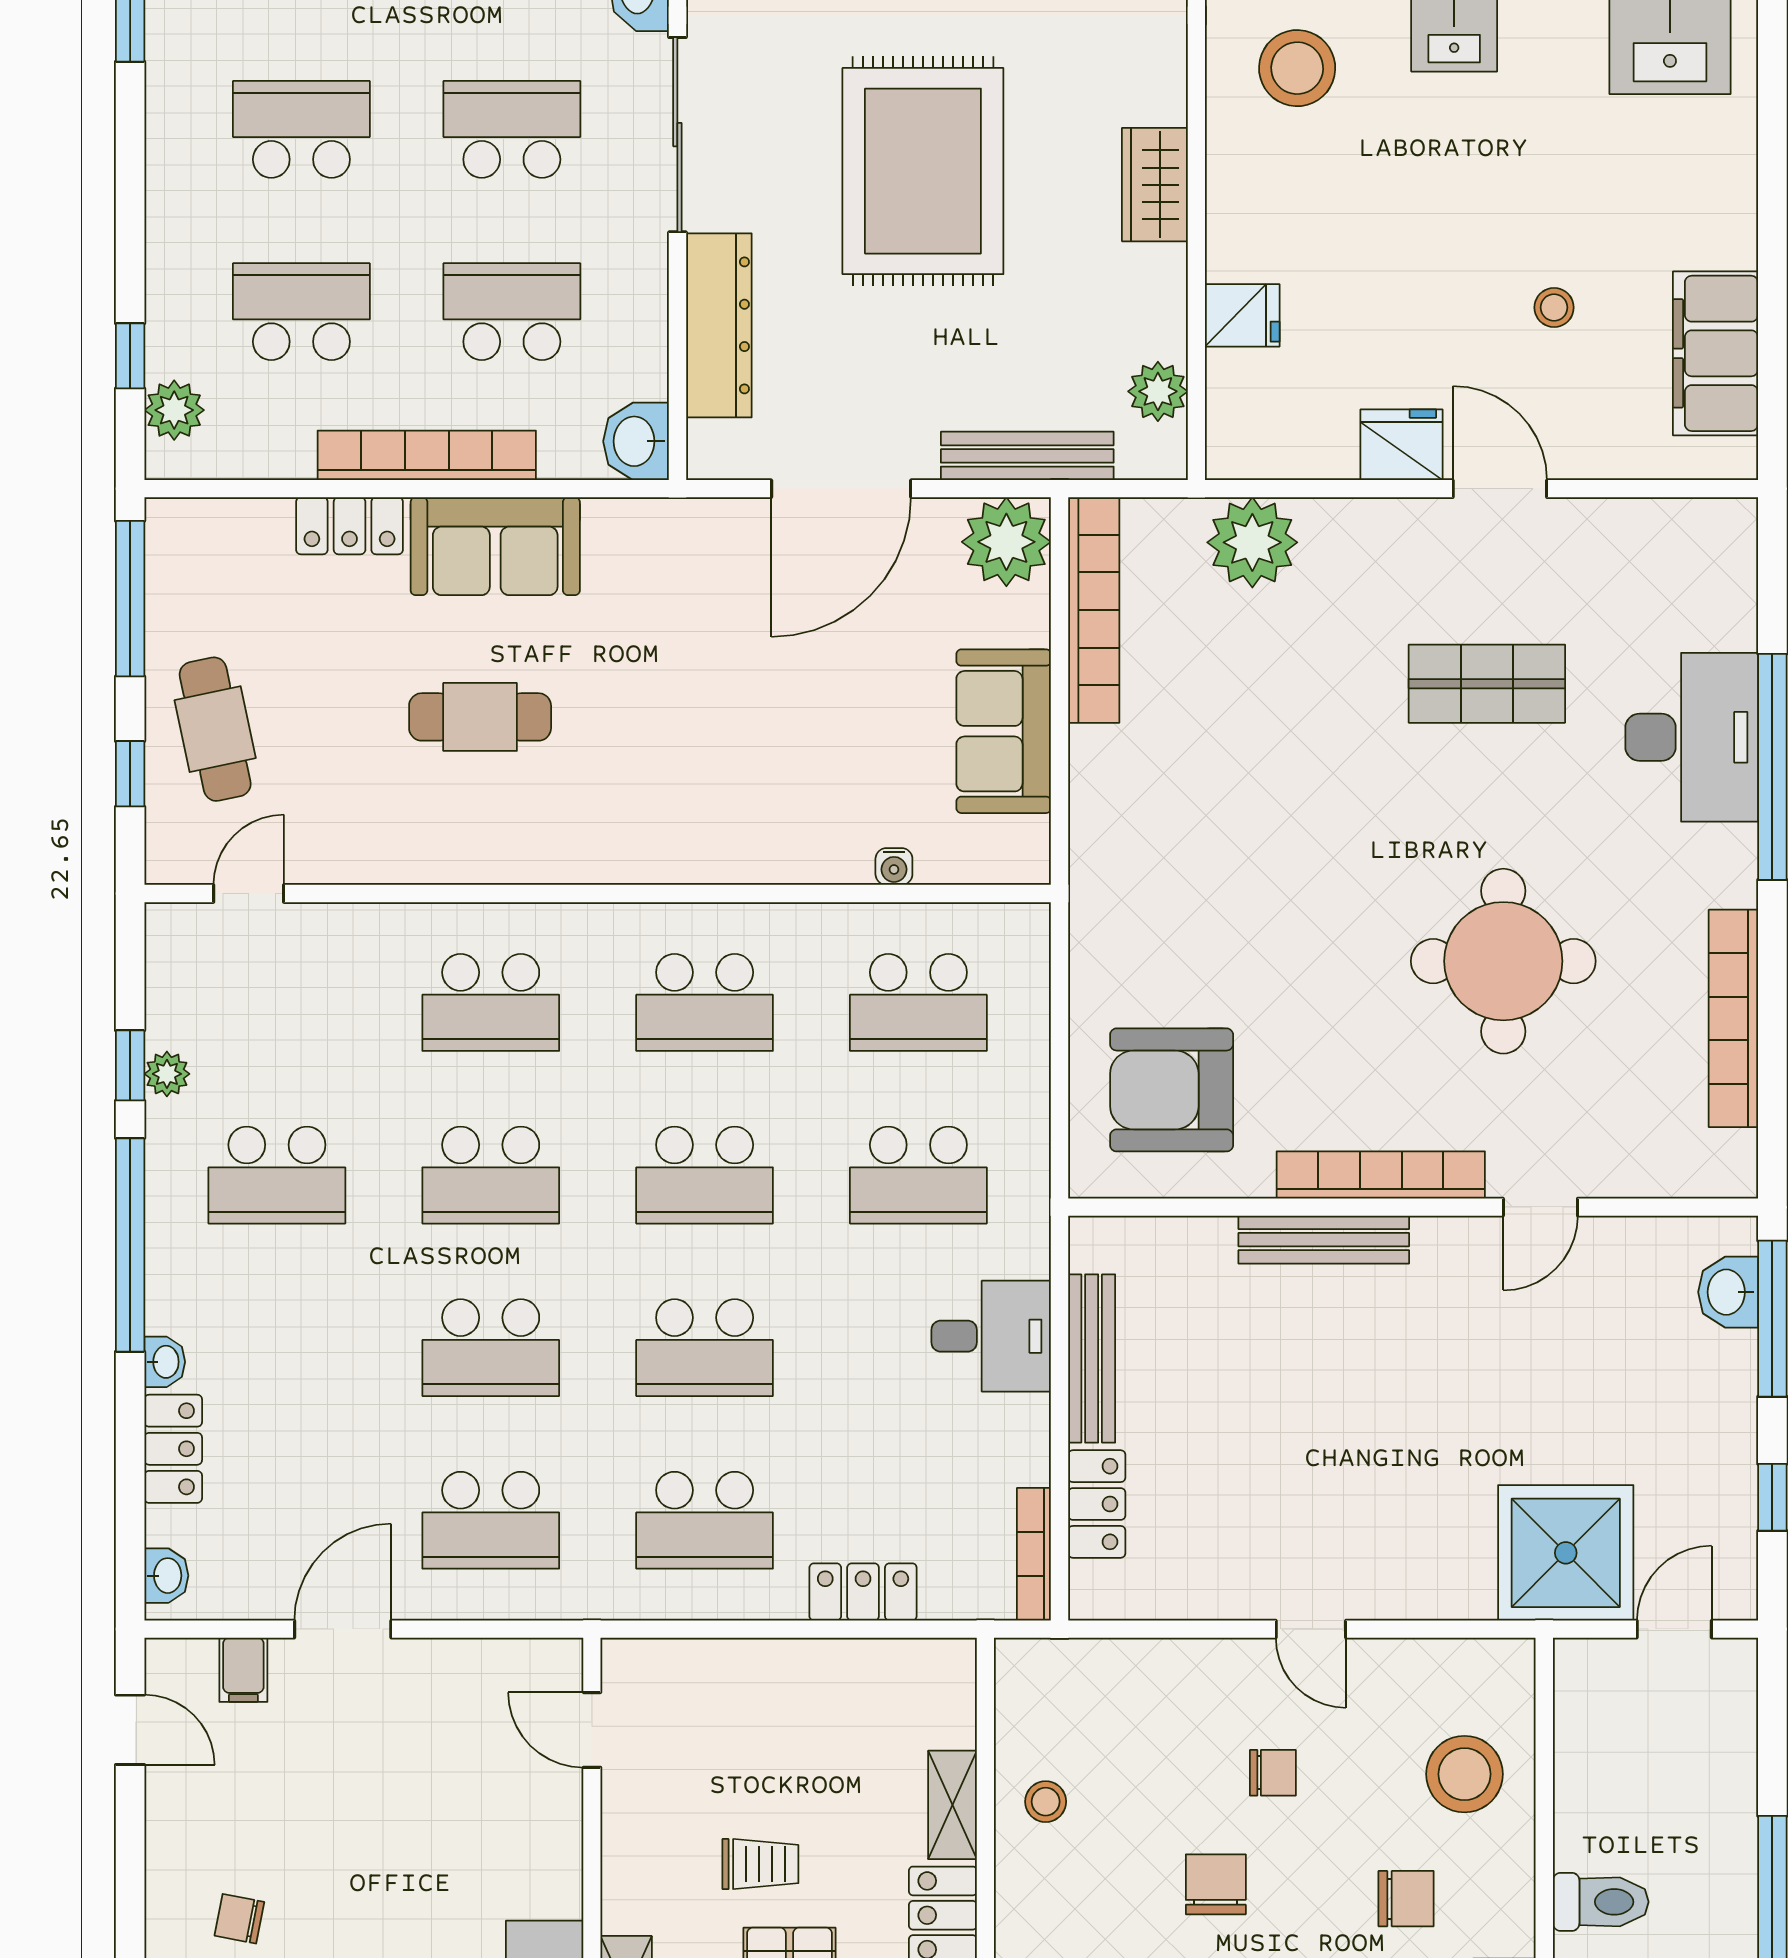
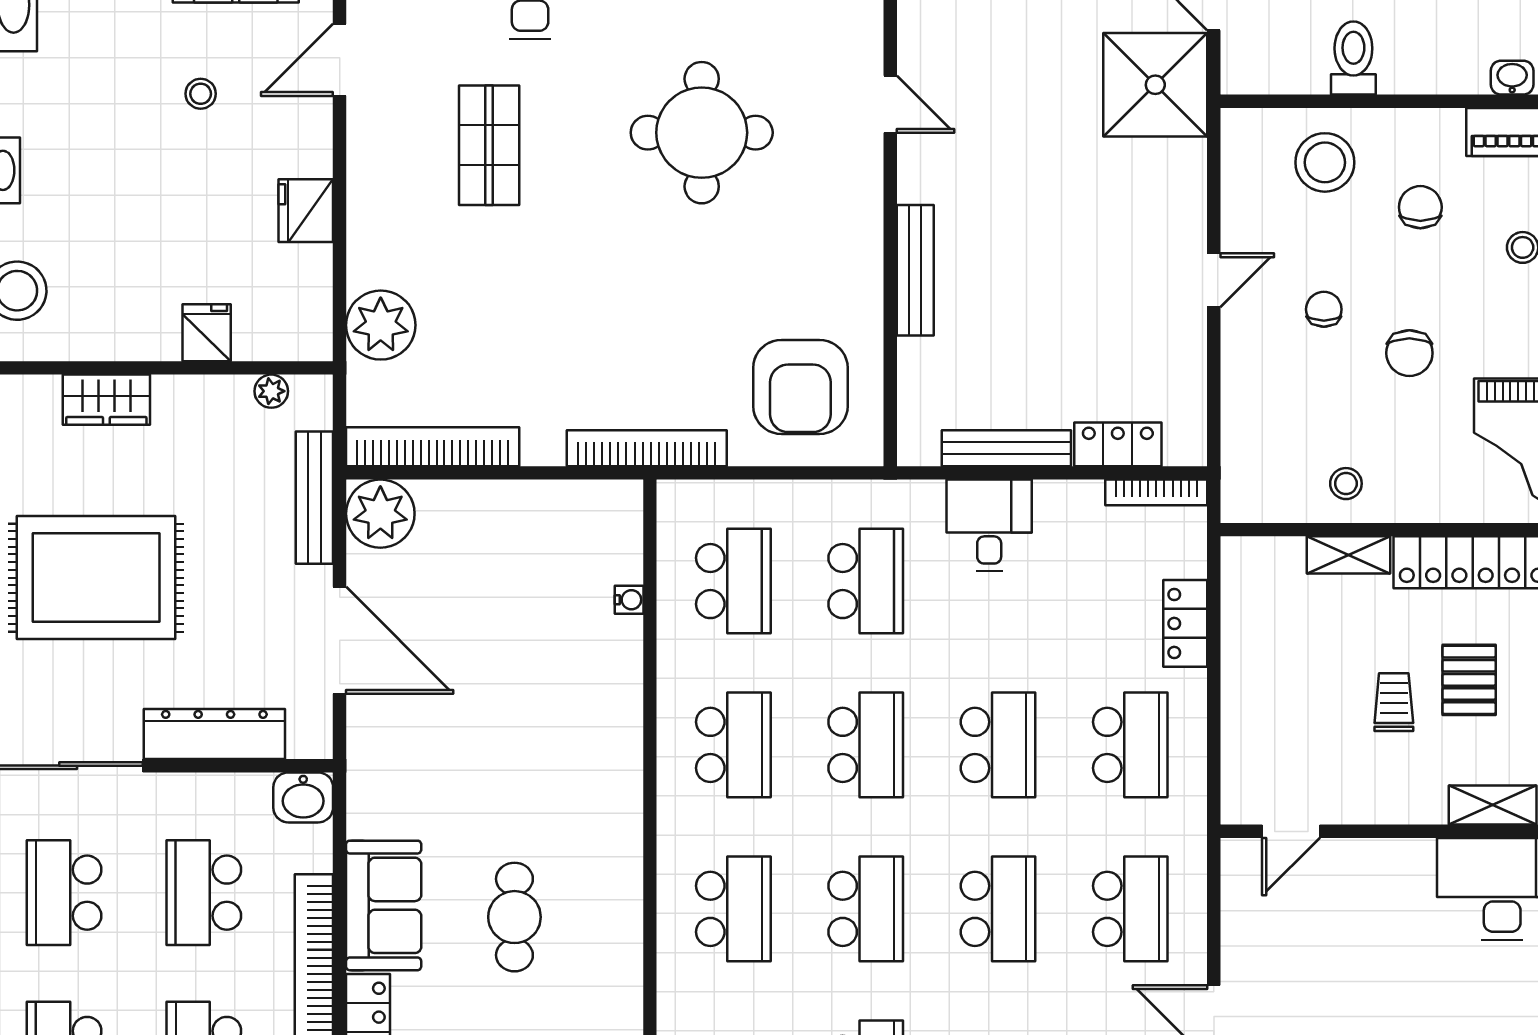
plant: (1158, 391) -> (271, 391), width x0.73, depth x0.73
door: (1500, 489) -> (340, 60), moved
sofa: (1004, 731) -> (525, 516), removed
bookcase: (1381, 1175) -> (647, 448), moved, turned 90
chair: (1216, 1884) -> (1409, 353), turned -90
toilet: (1601, 1902) -> (1353, 58), moved

